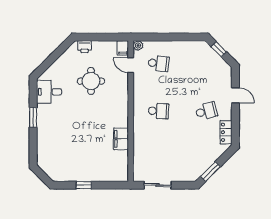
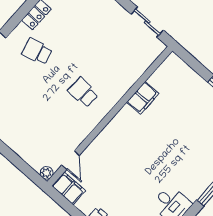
filing cabinet: (123, 48) -> (69, 188), width x2.00
school desk: (158, 63) -> (42, 138), removed
round table: (91, 81) -> (122, 179), removed

